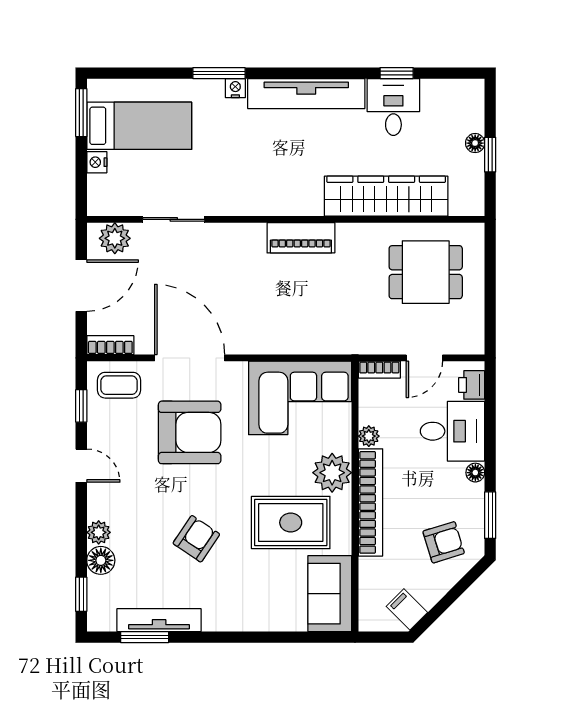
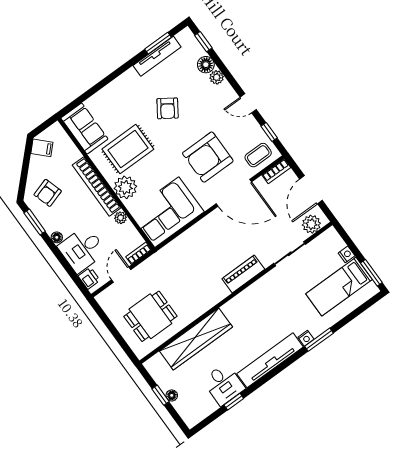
piano: (301, 238) -> (243, 274), moved

